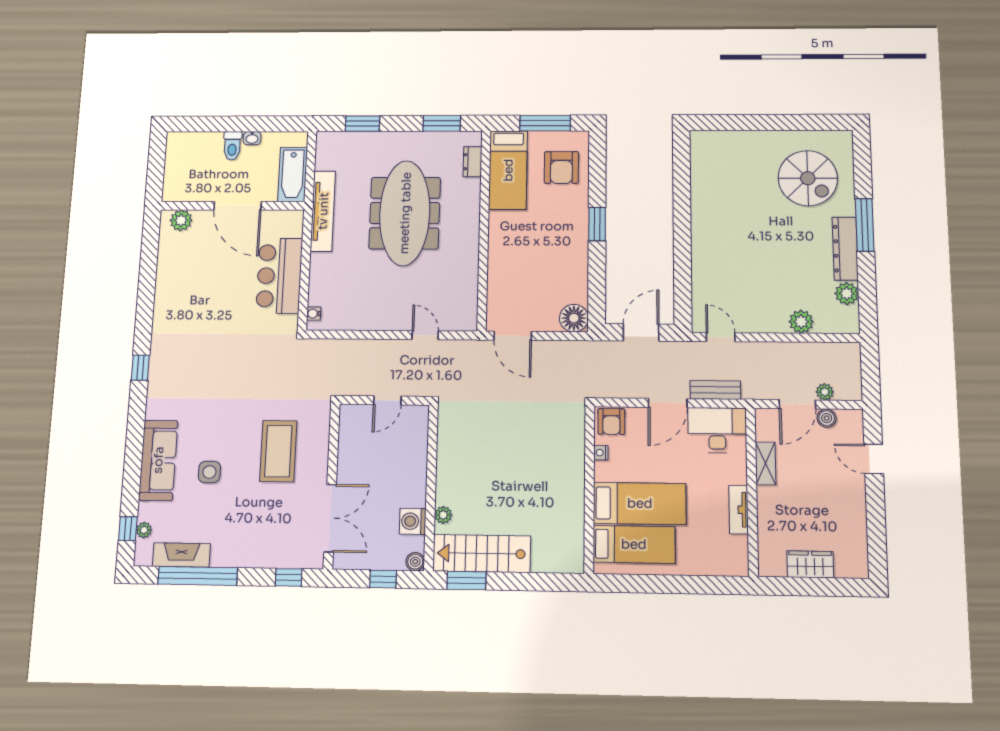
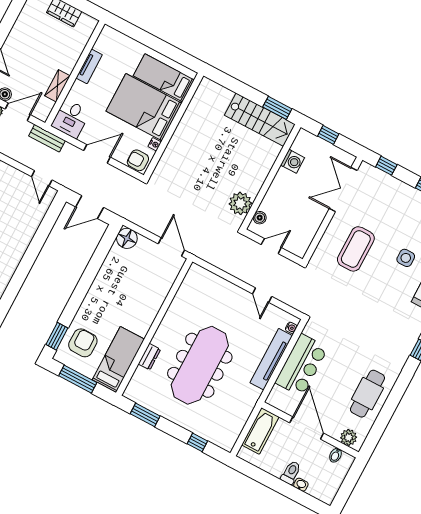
window: (362, 124) -> (197, 442), width x0.67
washbasin: (252, 138) -> (301, 485), moved
dresser: (472, 162) -> (149, 357), moved
bidet: (187, 192) -> (335, 455), added
tv unit: (323, 211) -> (271, 359), moved
window: (597, 224) -> (57, 336), moved
cafe table: (182, 283) -> (367, 394), added
door: (425, 335) -> (262, 295), moved
bench: (715, 390) -> (47, 138), moved
armchair: (611, 422) -> (138, 160), turned -90
desk: (717, 430) -> (71, 119), width x0.73
bed: (640, 503) -> (144, 107), width x1.50
plant: (443, 515) -> (240, 203), moved, width x1.88, depth x1.88
boiler: (415, 562) -> (260, 218), moved

